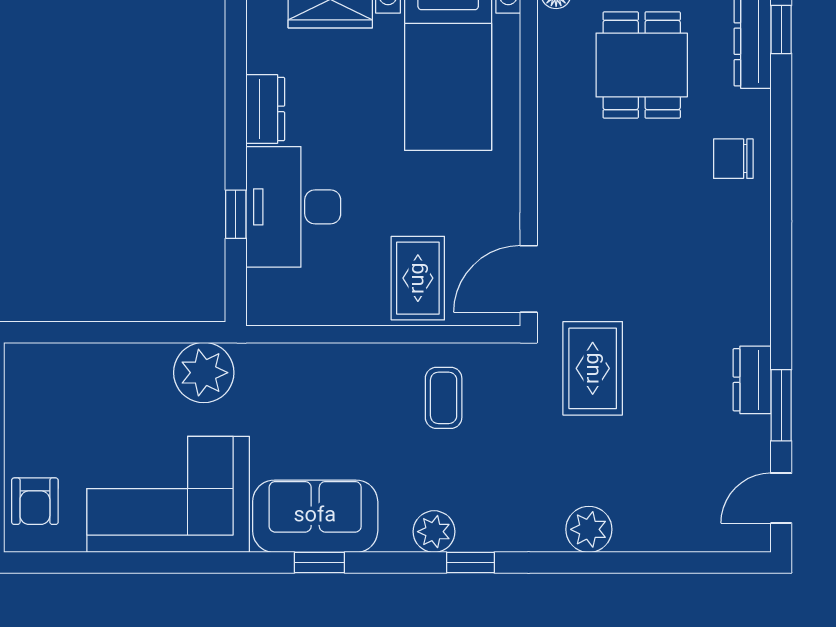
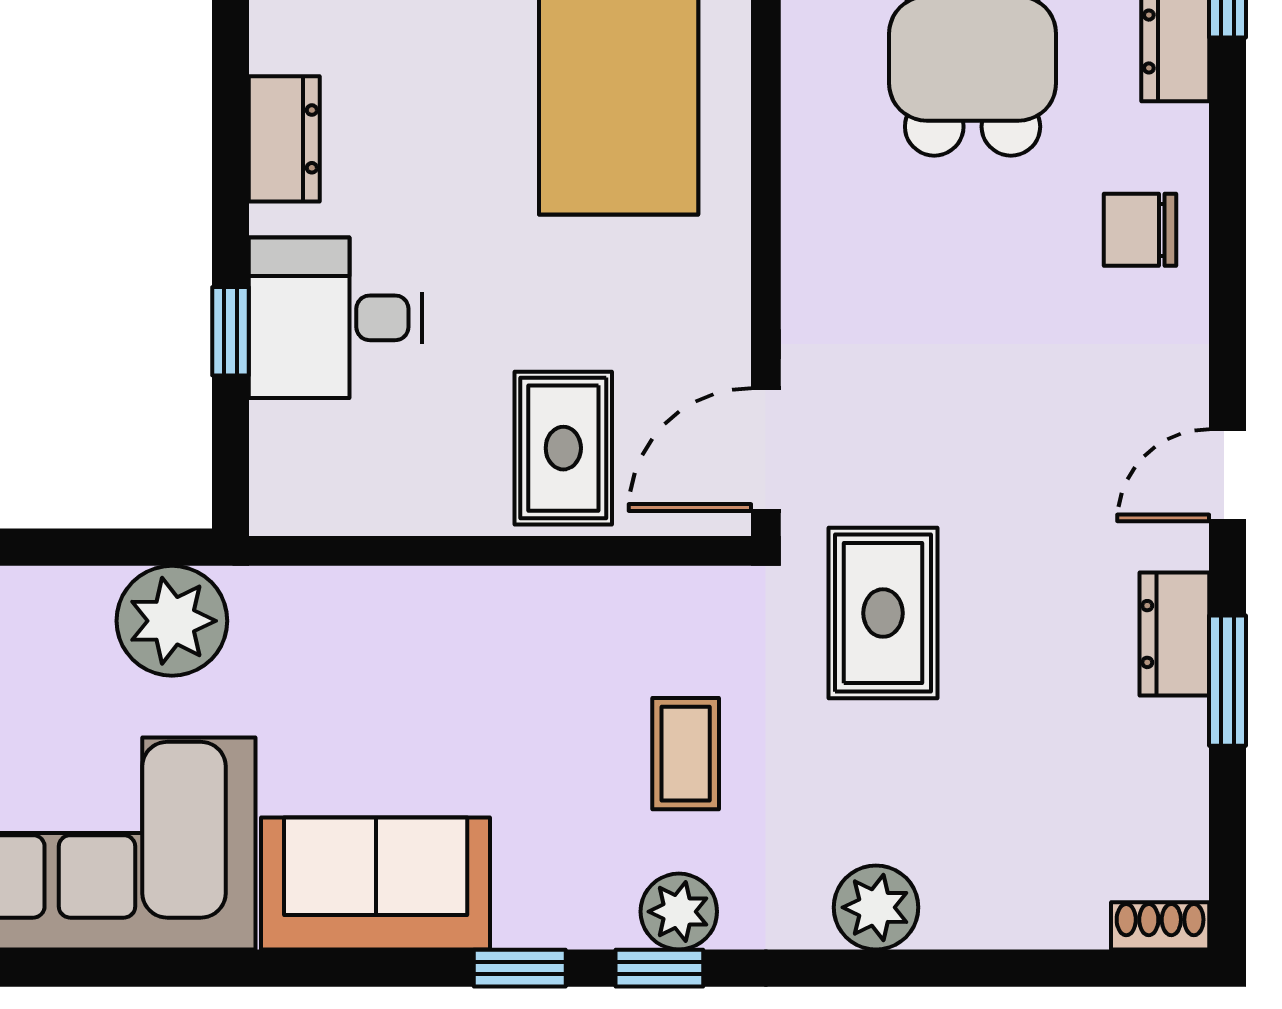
desk: (293, 207) -> (336, 318), width x0.73
coffee table: (444, 398) -> (686, 754), moved
door: (781, 498) -> (1228, 475), moved
plant: (434, 532) -> (679, 912), moved
shoe rack: (744, 539) -> (1160, 926), added
window: (319, 563) -> (520, 968), moved

